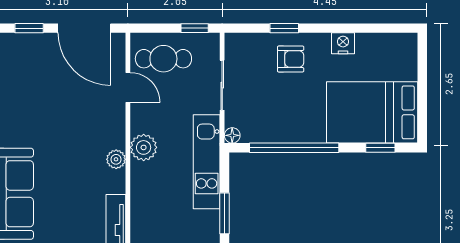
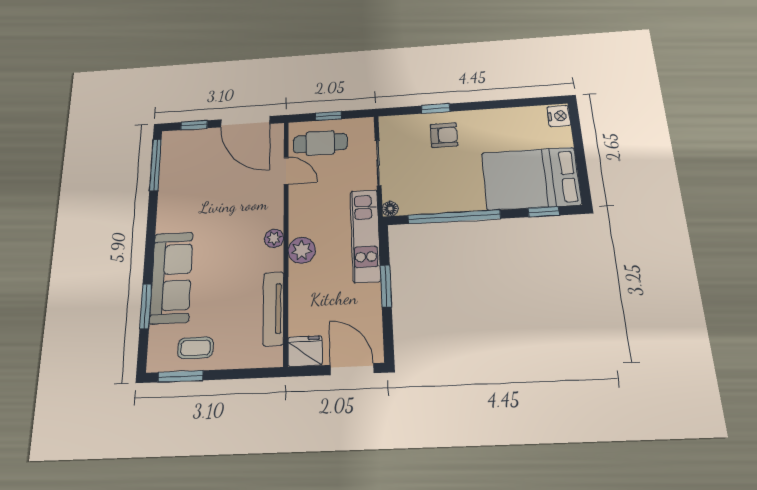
window: (195, 28) -> (328, 116), moved
nightstand: (343, 43) -> (559, 116), moved, turned 90
plant: (144, 147) -> (302, 250), moved

